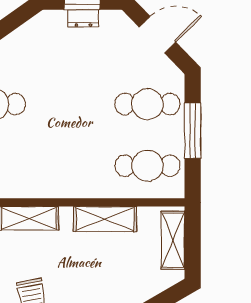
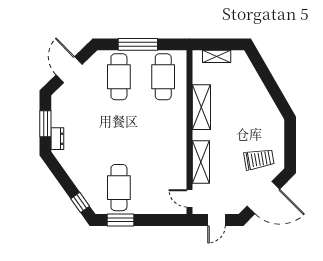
dresser: (83, 18) -> (57, 139), moved
shelving: (173, 240) -> (217, 56), width x0.67, depth x0.75

